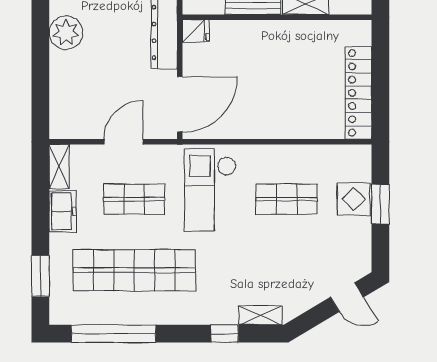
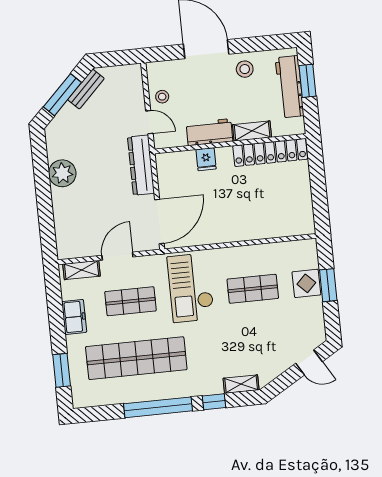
fridge: (196, 31) -> (206, 159), moved, turned 90
locker: (359, 93) -> (270, 152), moved, turned -90
shelving: (59, 167) -> (82, 270), moved, turned 90
window: (114, 334) -> (158, 407), moved

